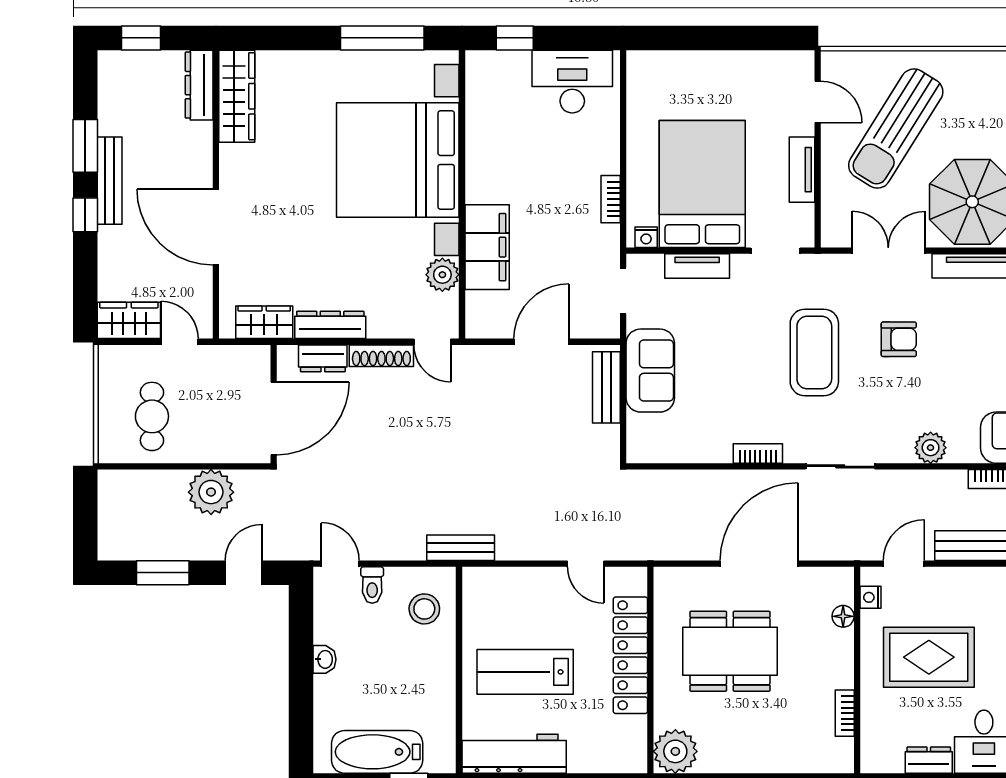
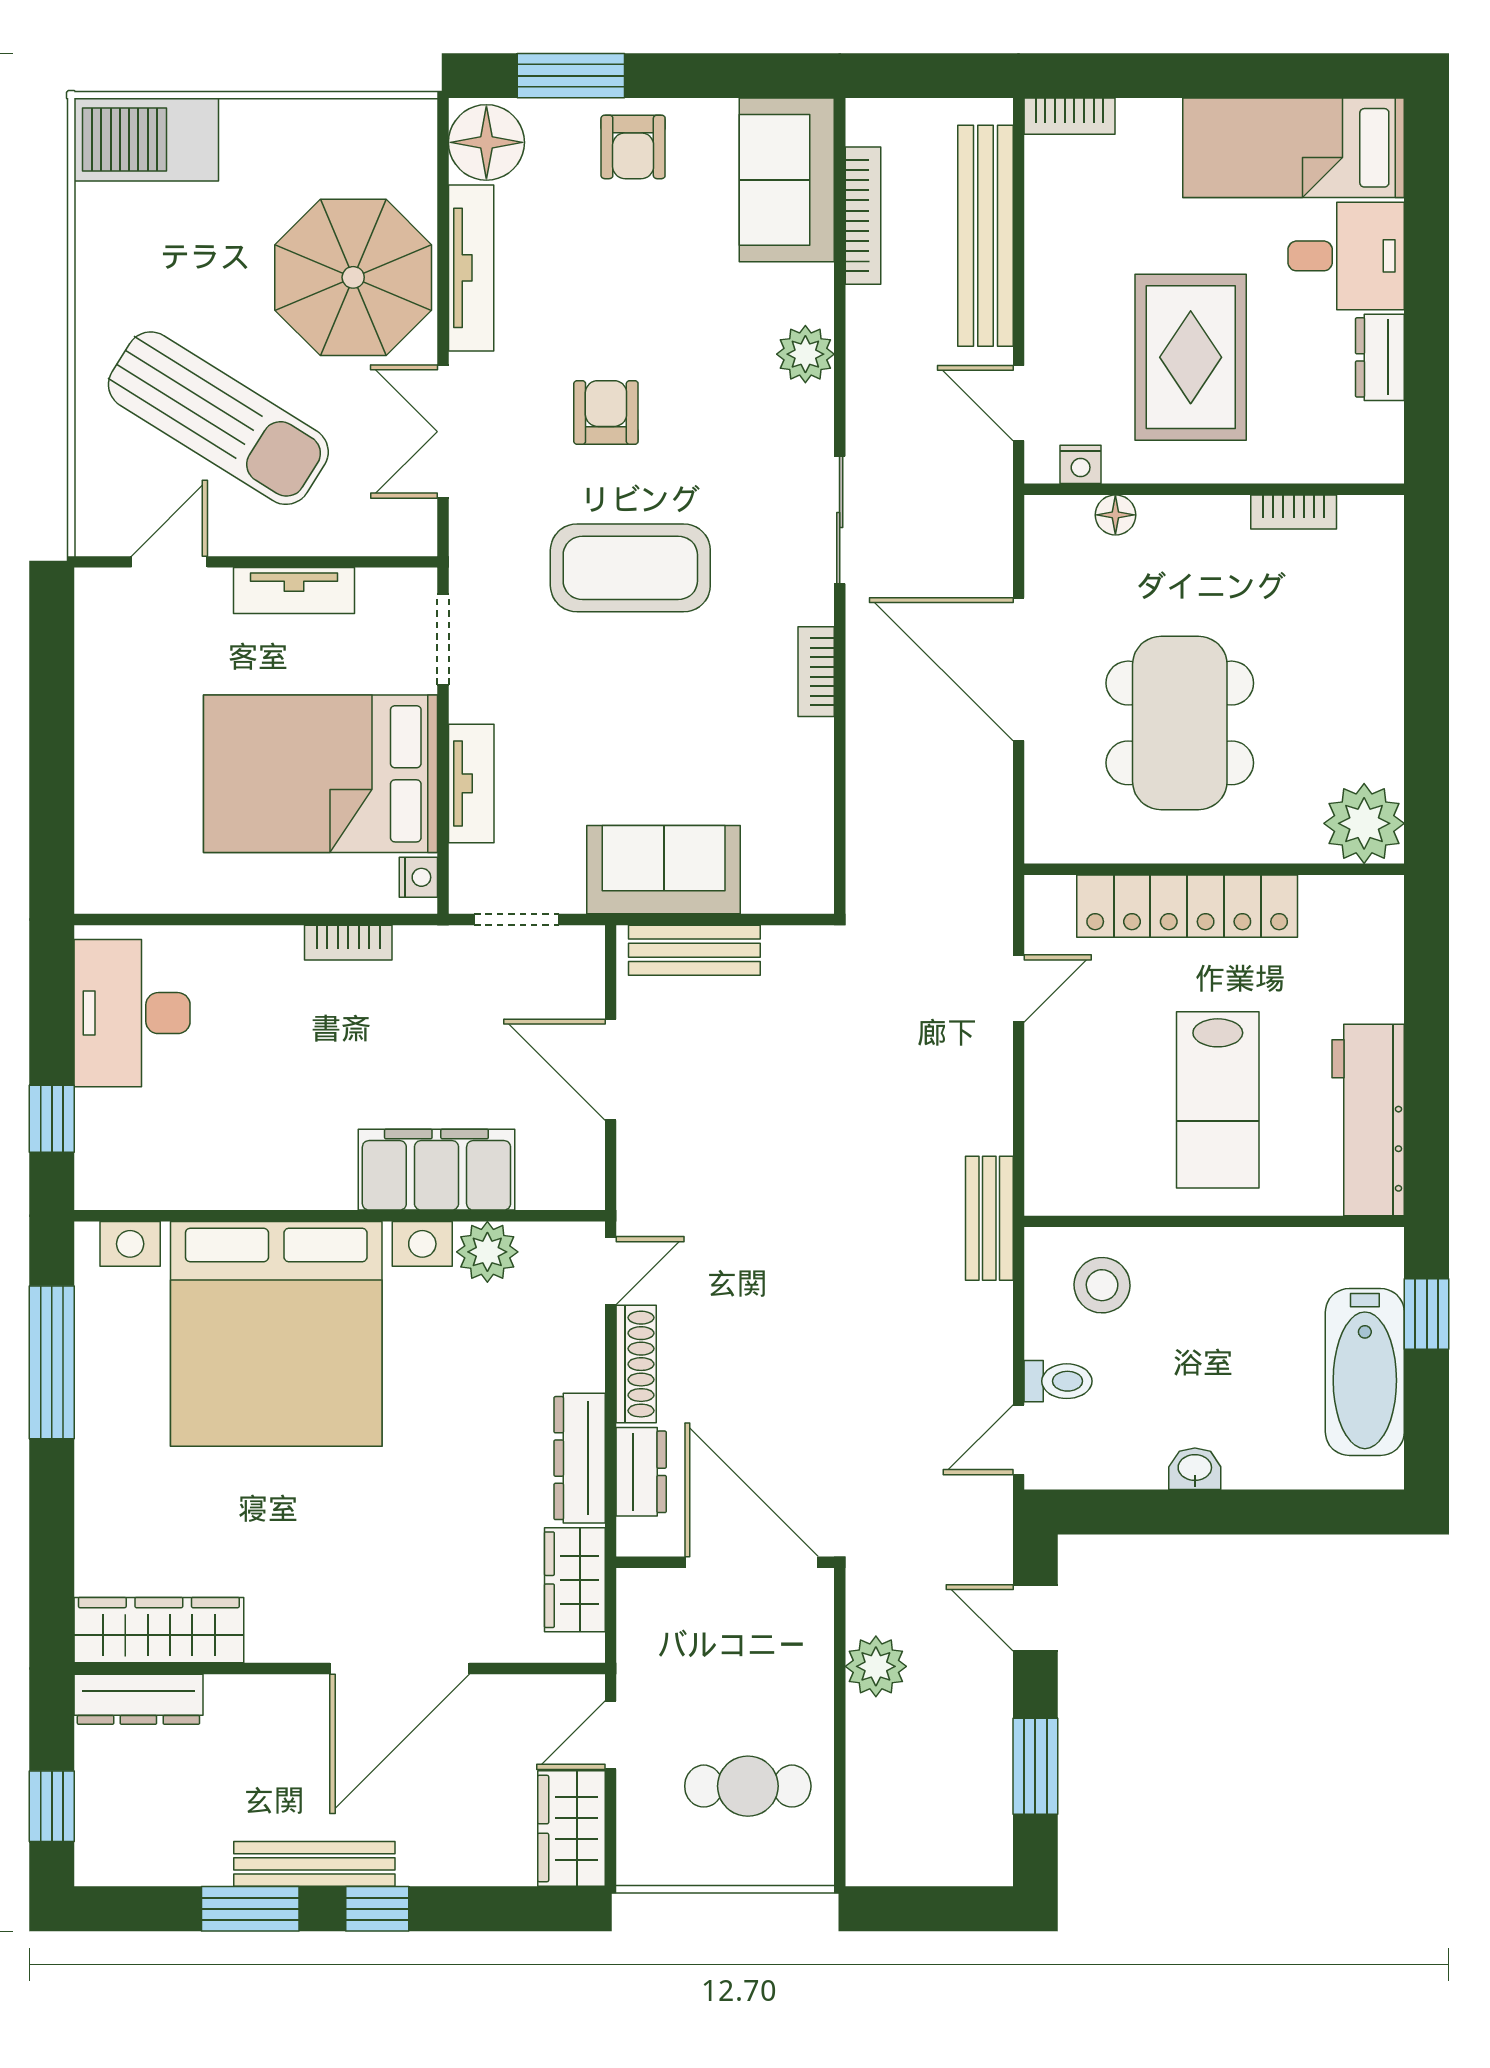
plant: (211, 492) -> (876, 1666), width x0.73, depth x0.73

